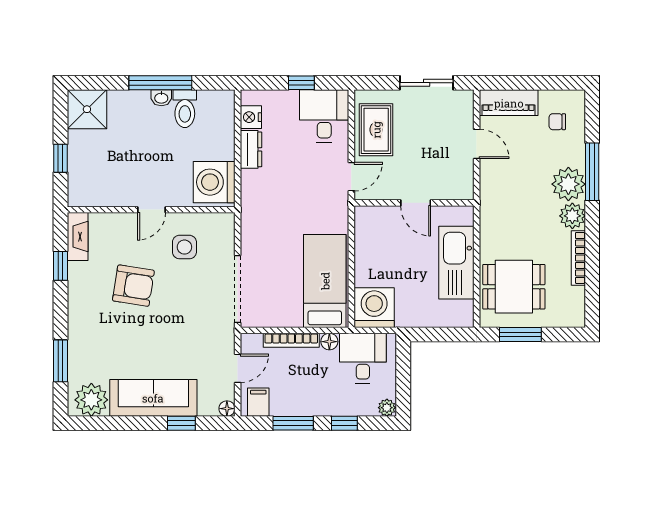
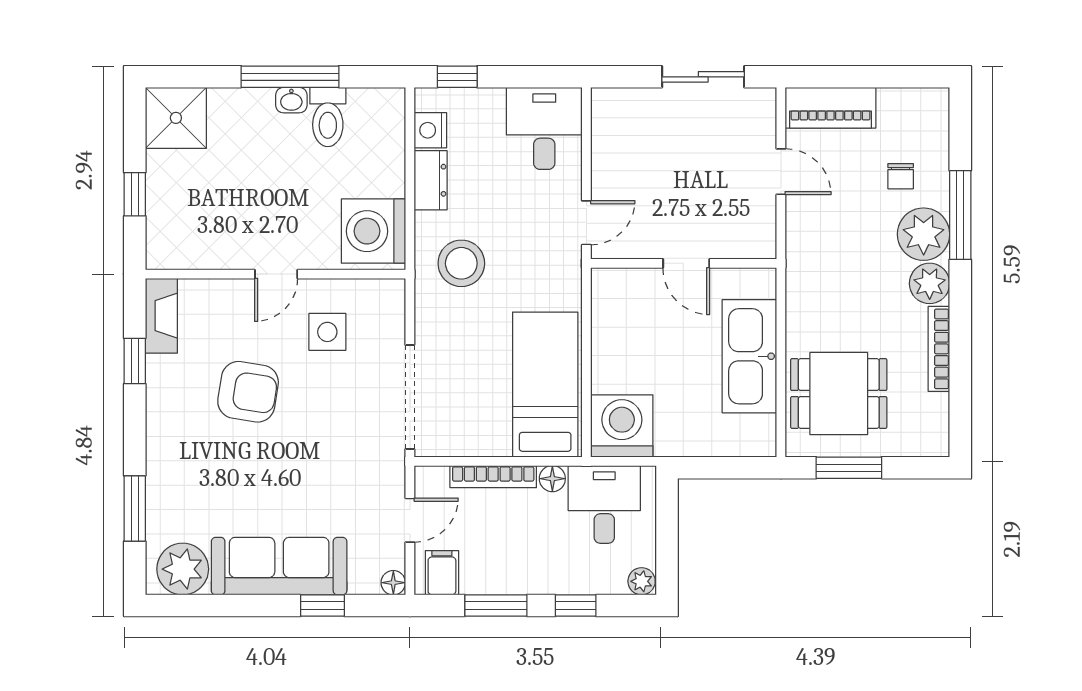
window: (301, 83) -> (457, 77), moved
chair: (557, 122) -> (901, 176), moved, turned -90
rug: (376, 130) -> (625, 150), removed
stool: (271, 203) -> (461, 263), added

